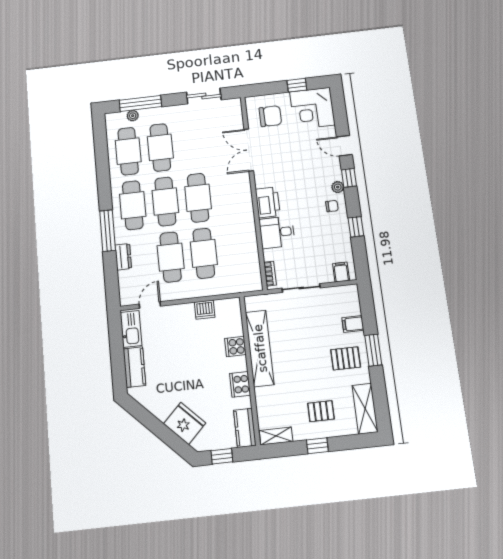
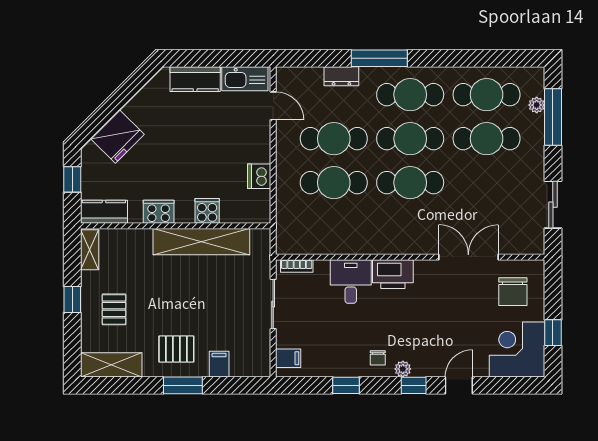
pallet: (346, 358) -> (176, 349), turned 90

